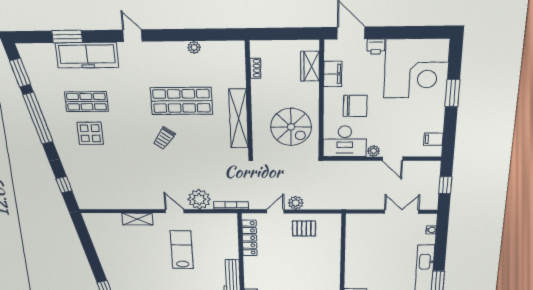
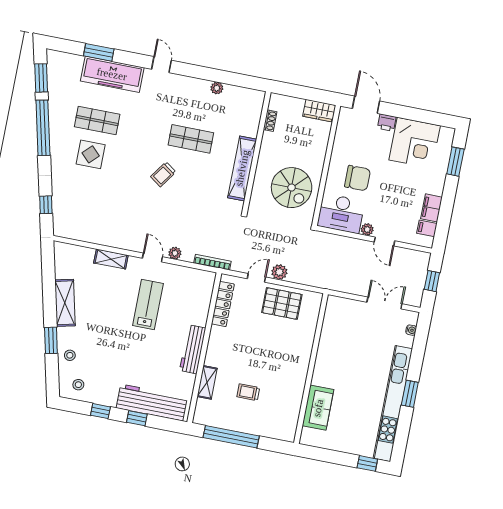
wardrobe: (310, 66) -> (319, 111), moved, turned -90
corner desk: (416, 69) -> (415, 143), width x0.74, depth x0.74
filing cabinet: (333, 74) -> (431, 208), moved, turned 180
window: (452, 93) -> (455, 162), moved
shop shelf: (181, 101) -> (191, 139), width x0.70, depth x0.74
plant: (199, 199) -> (175, 253), width x0.53, depth x0.53
pallet: (304, 228) -> (282, 304), width x1.50, depth x1.42
shelving: (108, 261) -> (65, 303), added

